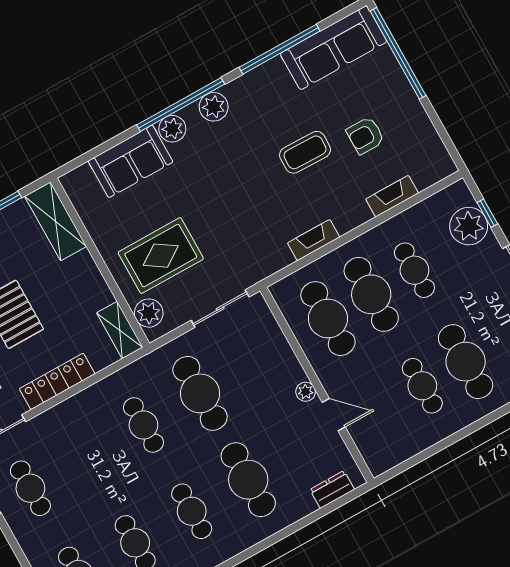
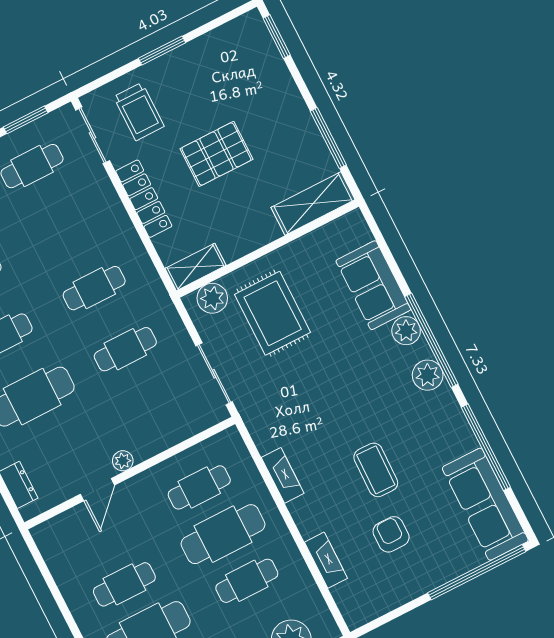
cafe table: (328, 319) -> (199, 487), width x0.73, depth x0.74
cafe table: (200, 393) -> (125, 349), width x0.73, depth x0.74

